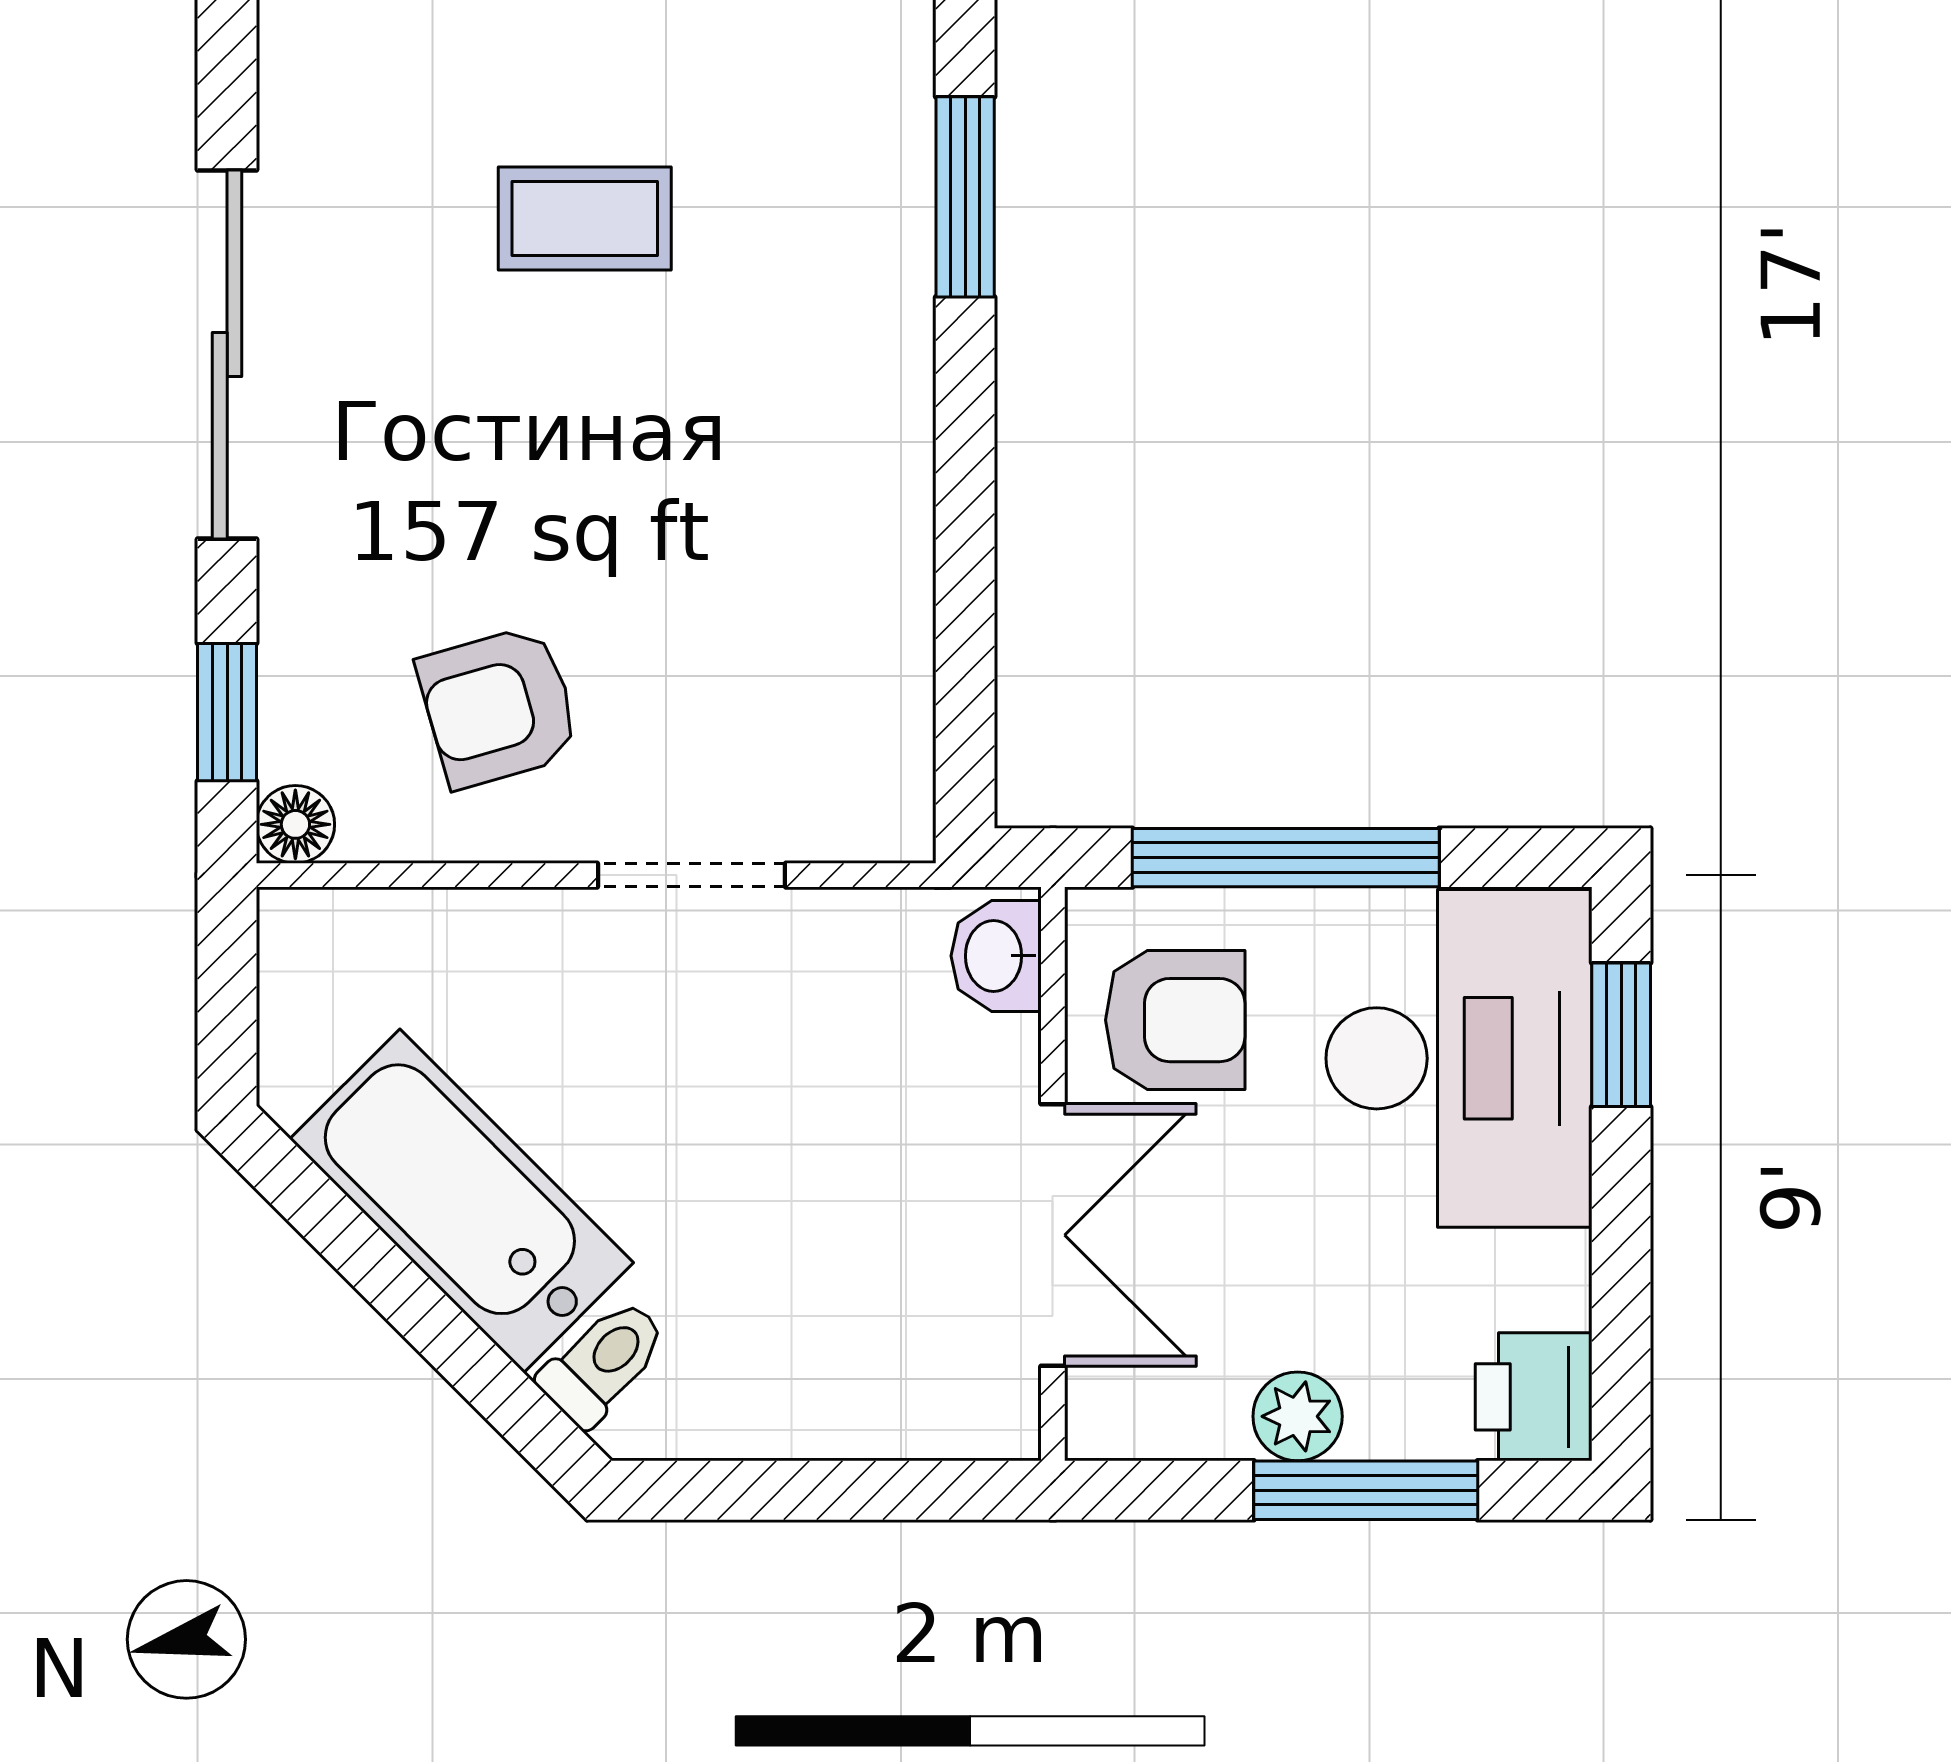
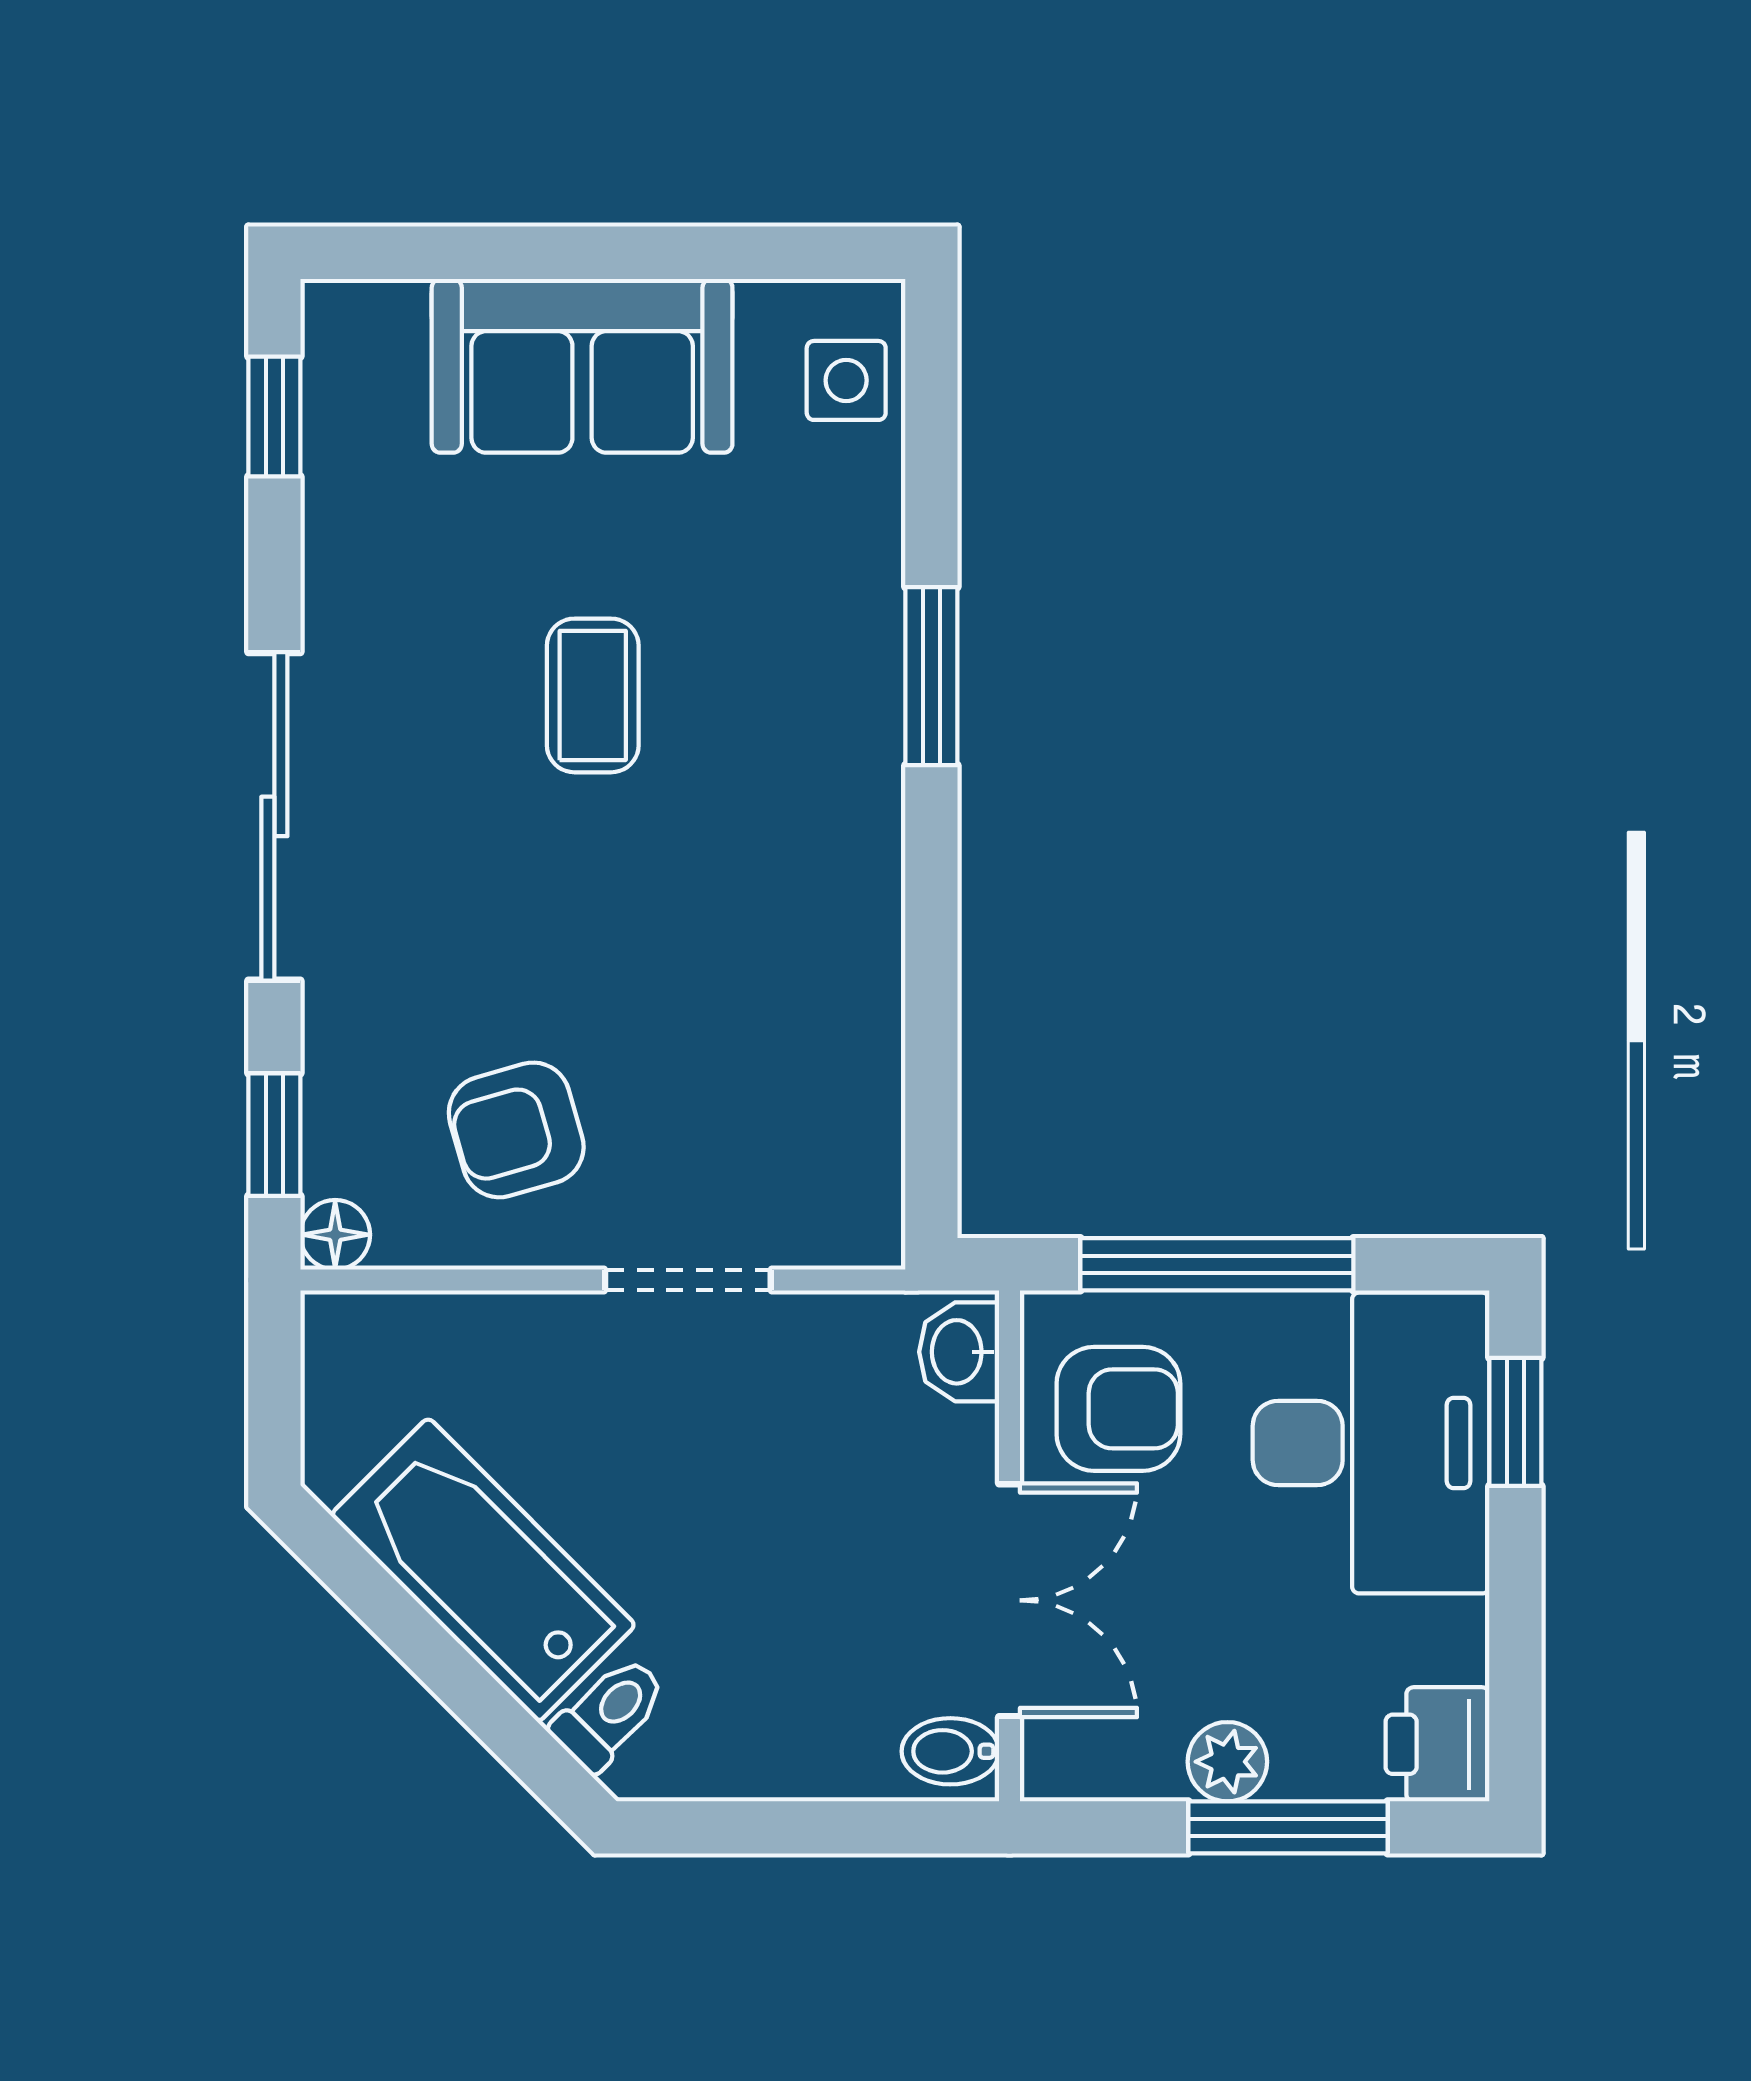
coffee table: (585, 219) -> (593, 695), turned 90
bidet: (986, 1405) -> (950, 1751), added

